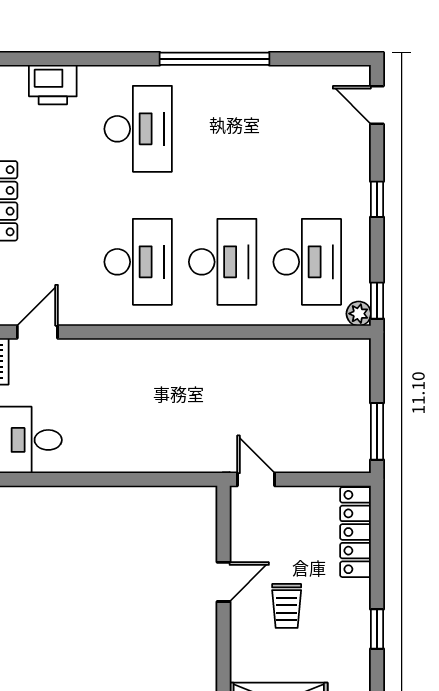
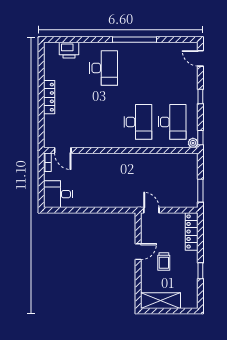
desk: (138, 262) -> (104, 122), removed
door: (37, 332) -> (63, 150), swing flipped

